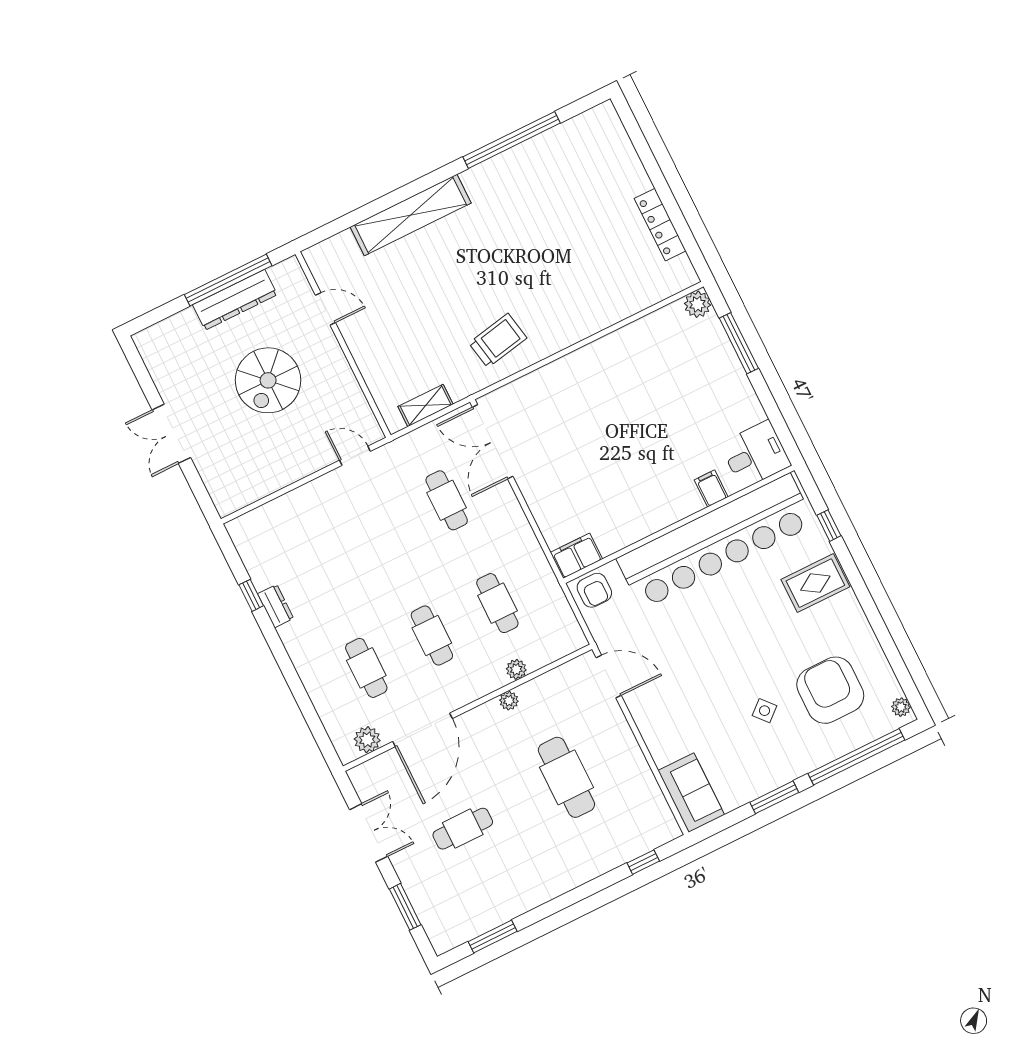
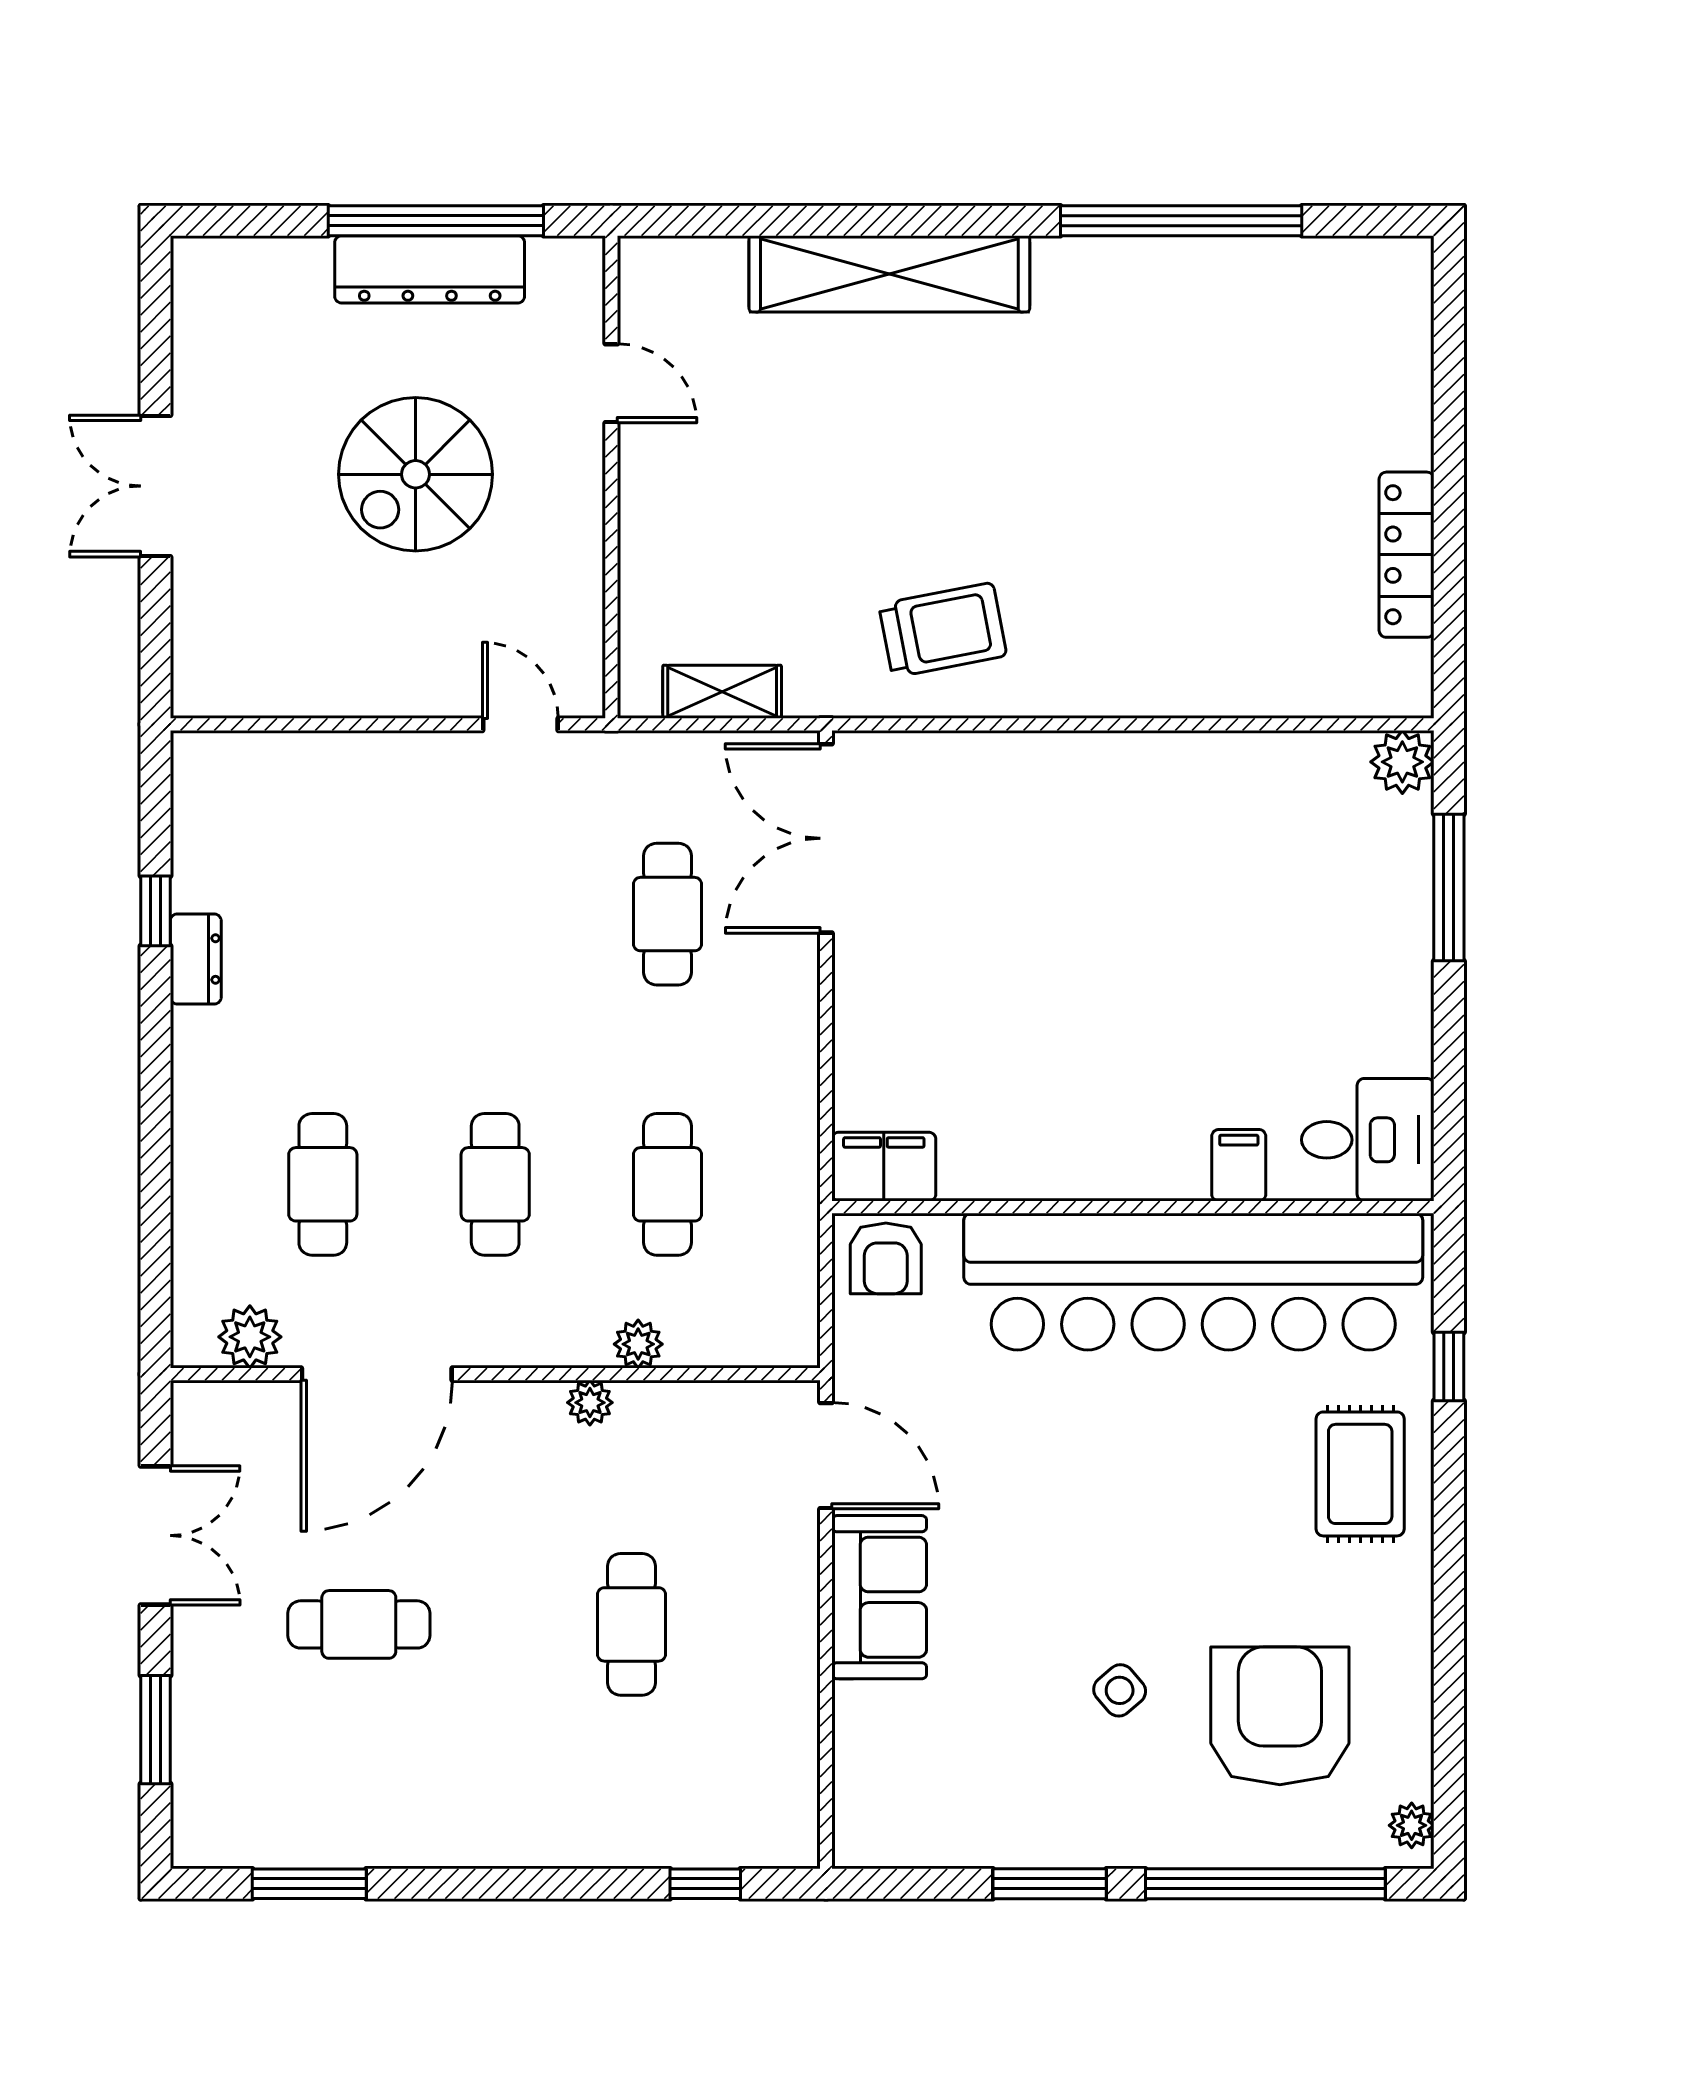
rug: (815, 583) -> (1360, 1474), turned 90
cafe table: (566, 777) -> (631, 1624), width x0.73, depth x0.74
sofa: (691, 793) -> (879, 1597), moved

